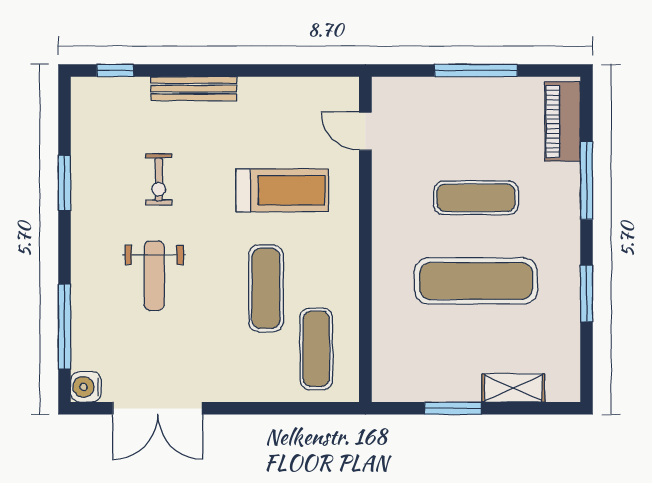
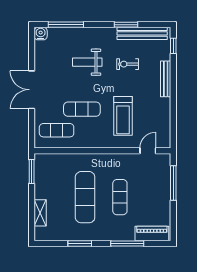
window: (476, 70) -> (173, 183), moved
bench: (85, 145) -> (142, 33), added
double door: (158, 408) -> (32, 90), moved
window: (453, 408) -> (32, 172), moved

